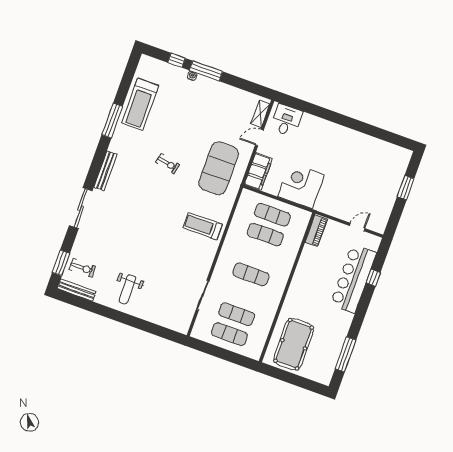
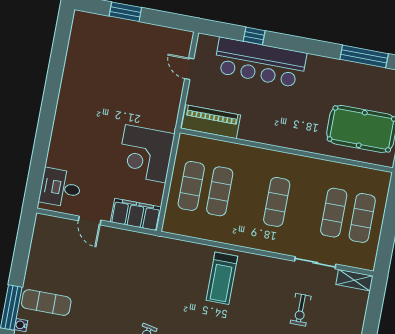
shelving: (260, 114) -> (354, 280), moved
exercise mat: (219, 168) -> (46, 303), moved, width x0.50, depth x0.69
piano: (316, 231) -> (211, 122), width x1.37, depth x1.33
exercise bike: (171, 279) -> (301, 310), added

